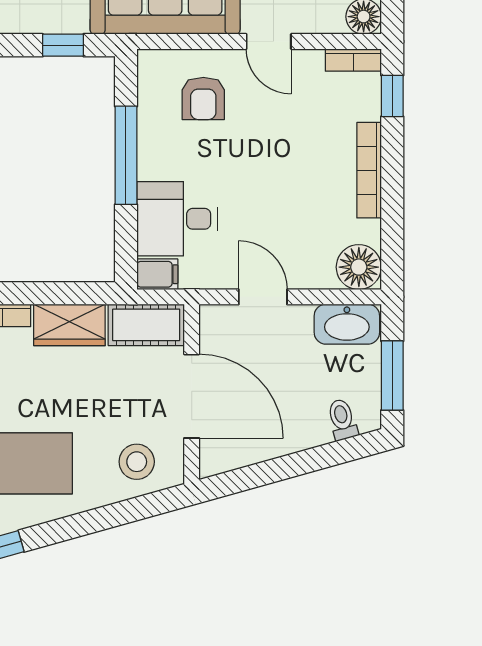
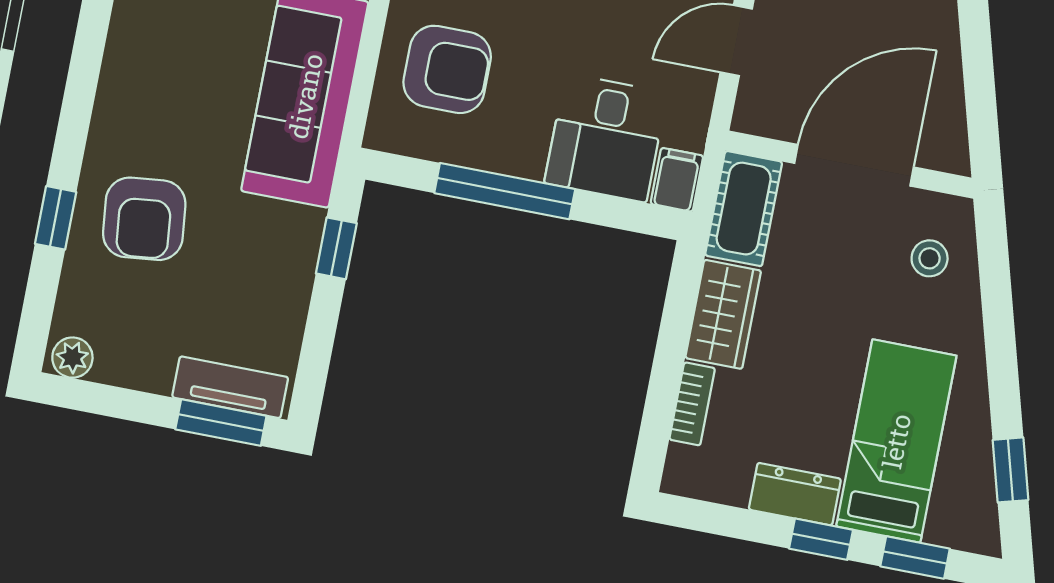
armchair: (203, 98) -> (447, 69), width x1.38, depth x1.38
stool: (137, 462) -> (930, 258), width x0.73, depth x0.73

